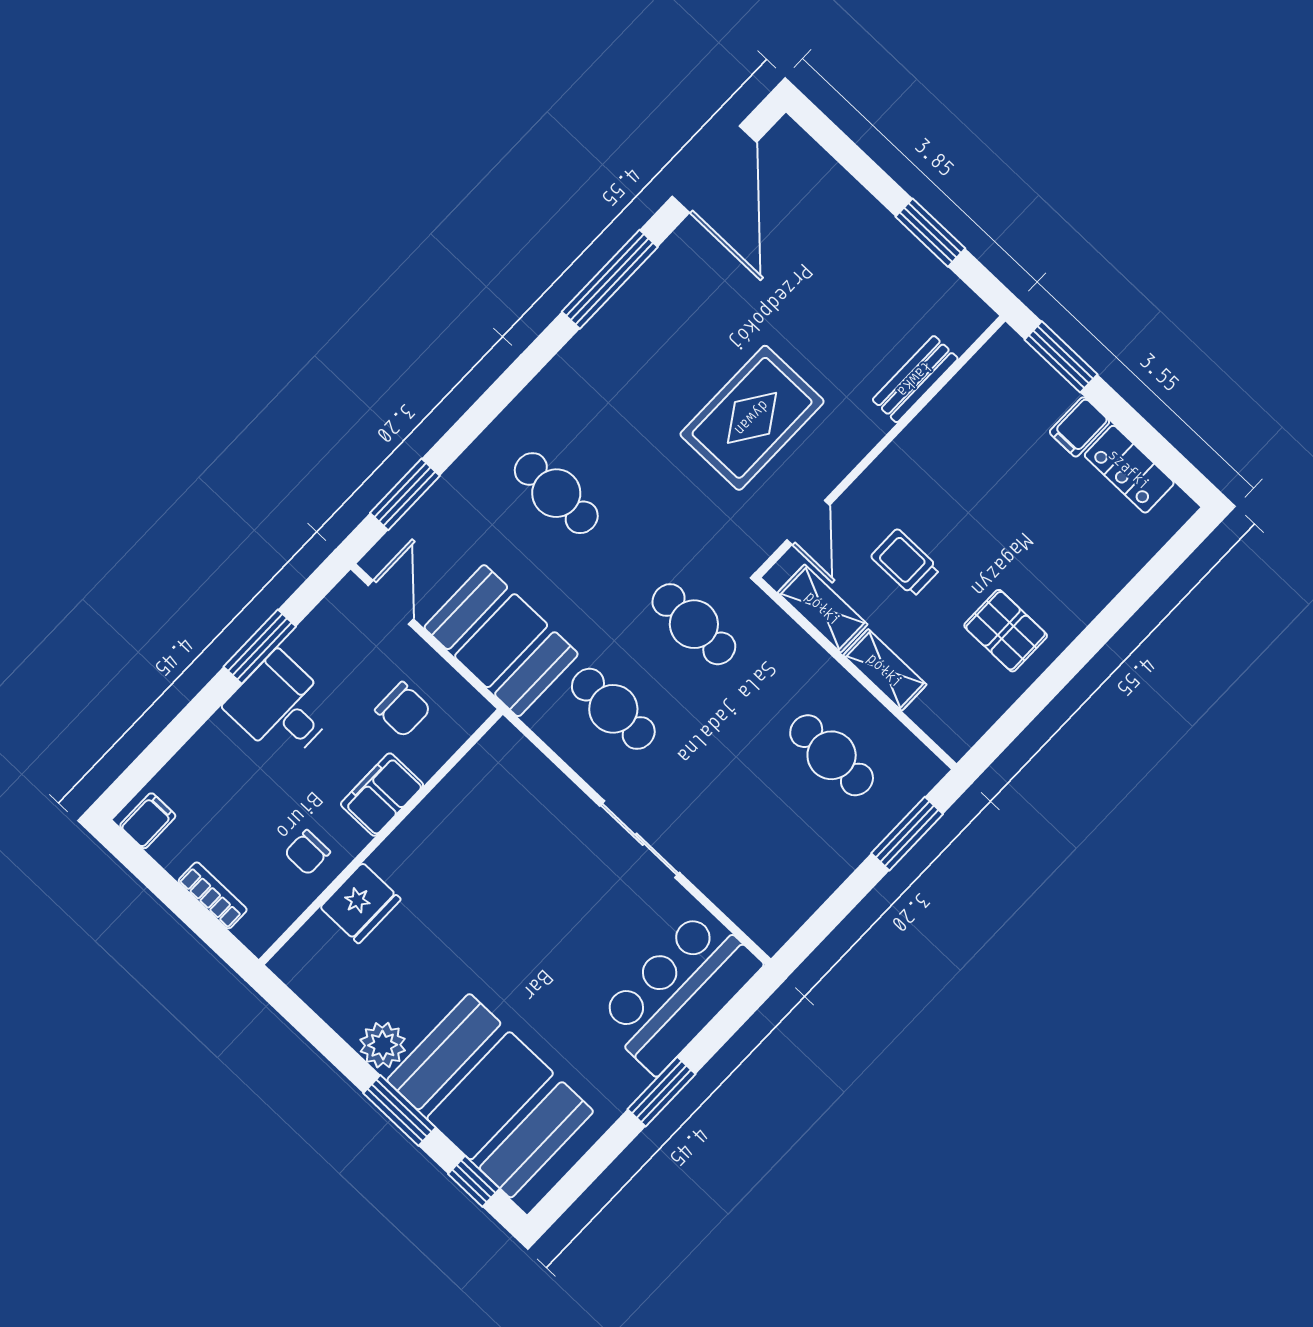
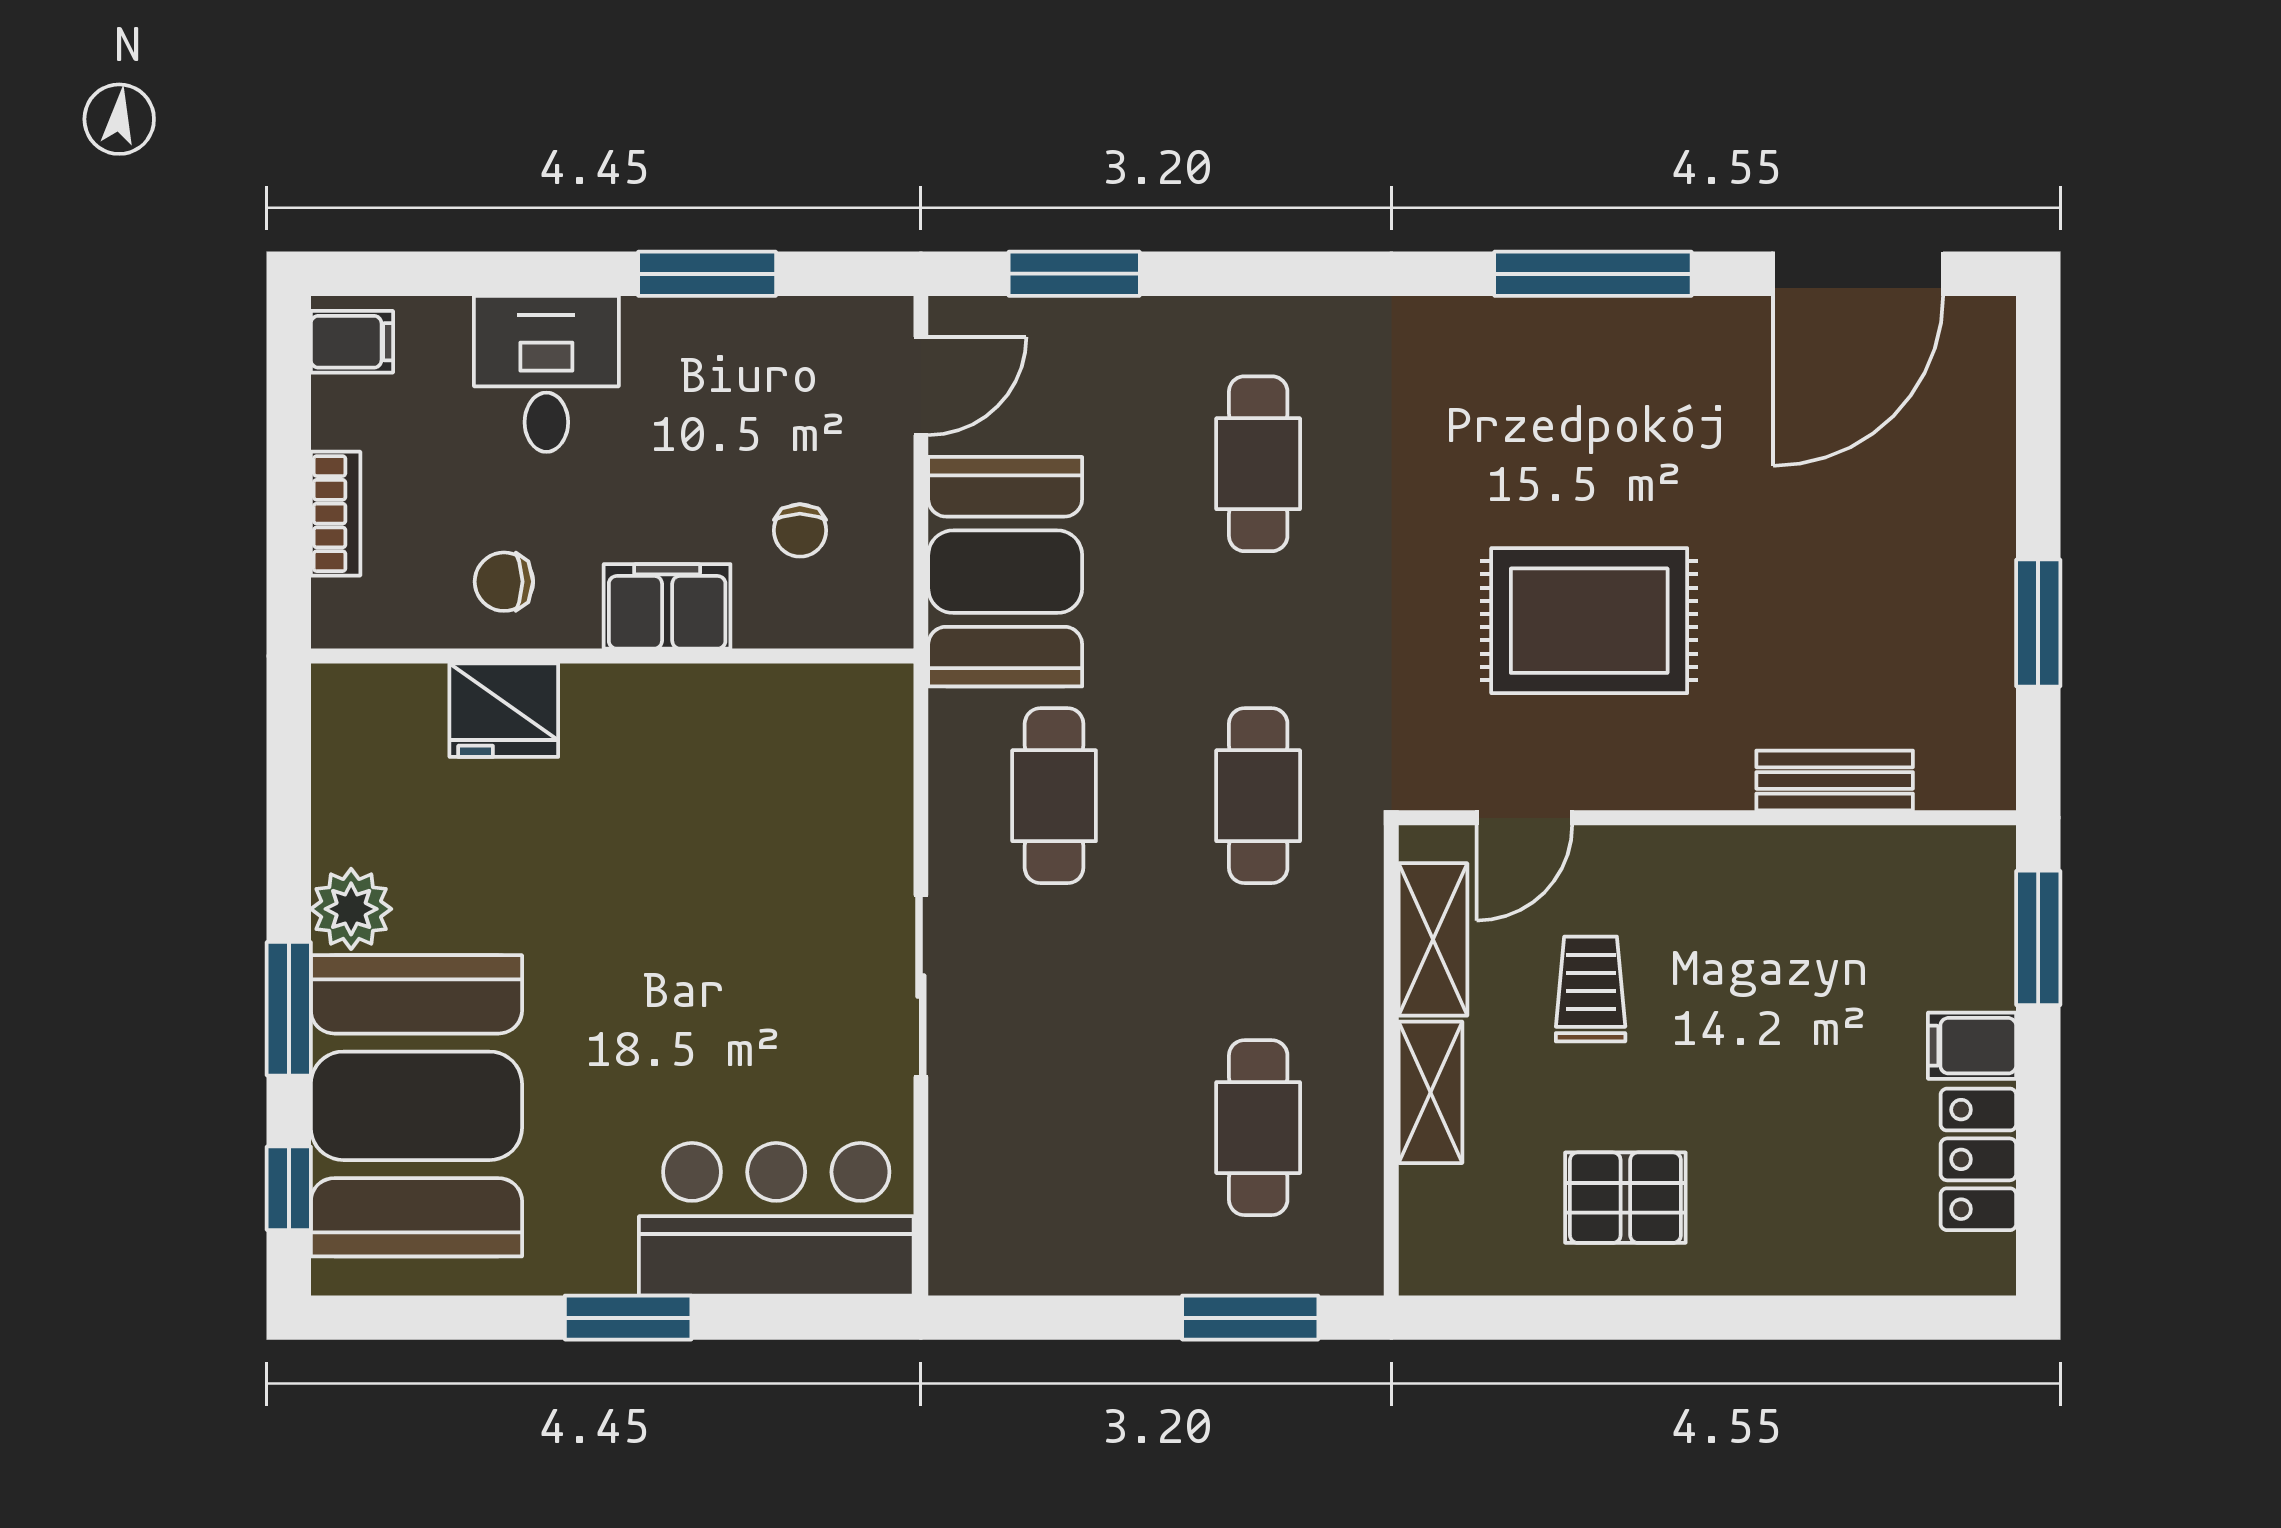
pallet: (1006, 631) -> (1625, 1198), turned 90
desk: (281, 707) -> (546, 374), moved
chair: (403, 709) -> (800, 530), width x0.73, depth x0.73

